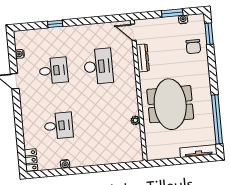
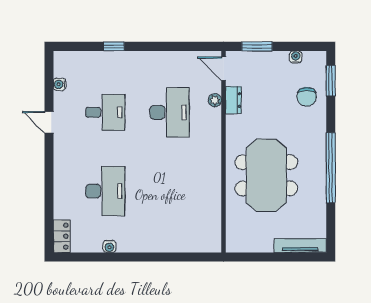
window: (172, 13) -> (257, 46), moved
dresser: (143, 58) -> (233, 100), width x0.70
window: (217, 119) -> (331, 168), moved
plant: (135, 120) -> (215, 100), moved
desk: (59, 126) -> (105, 191), width x1.37

